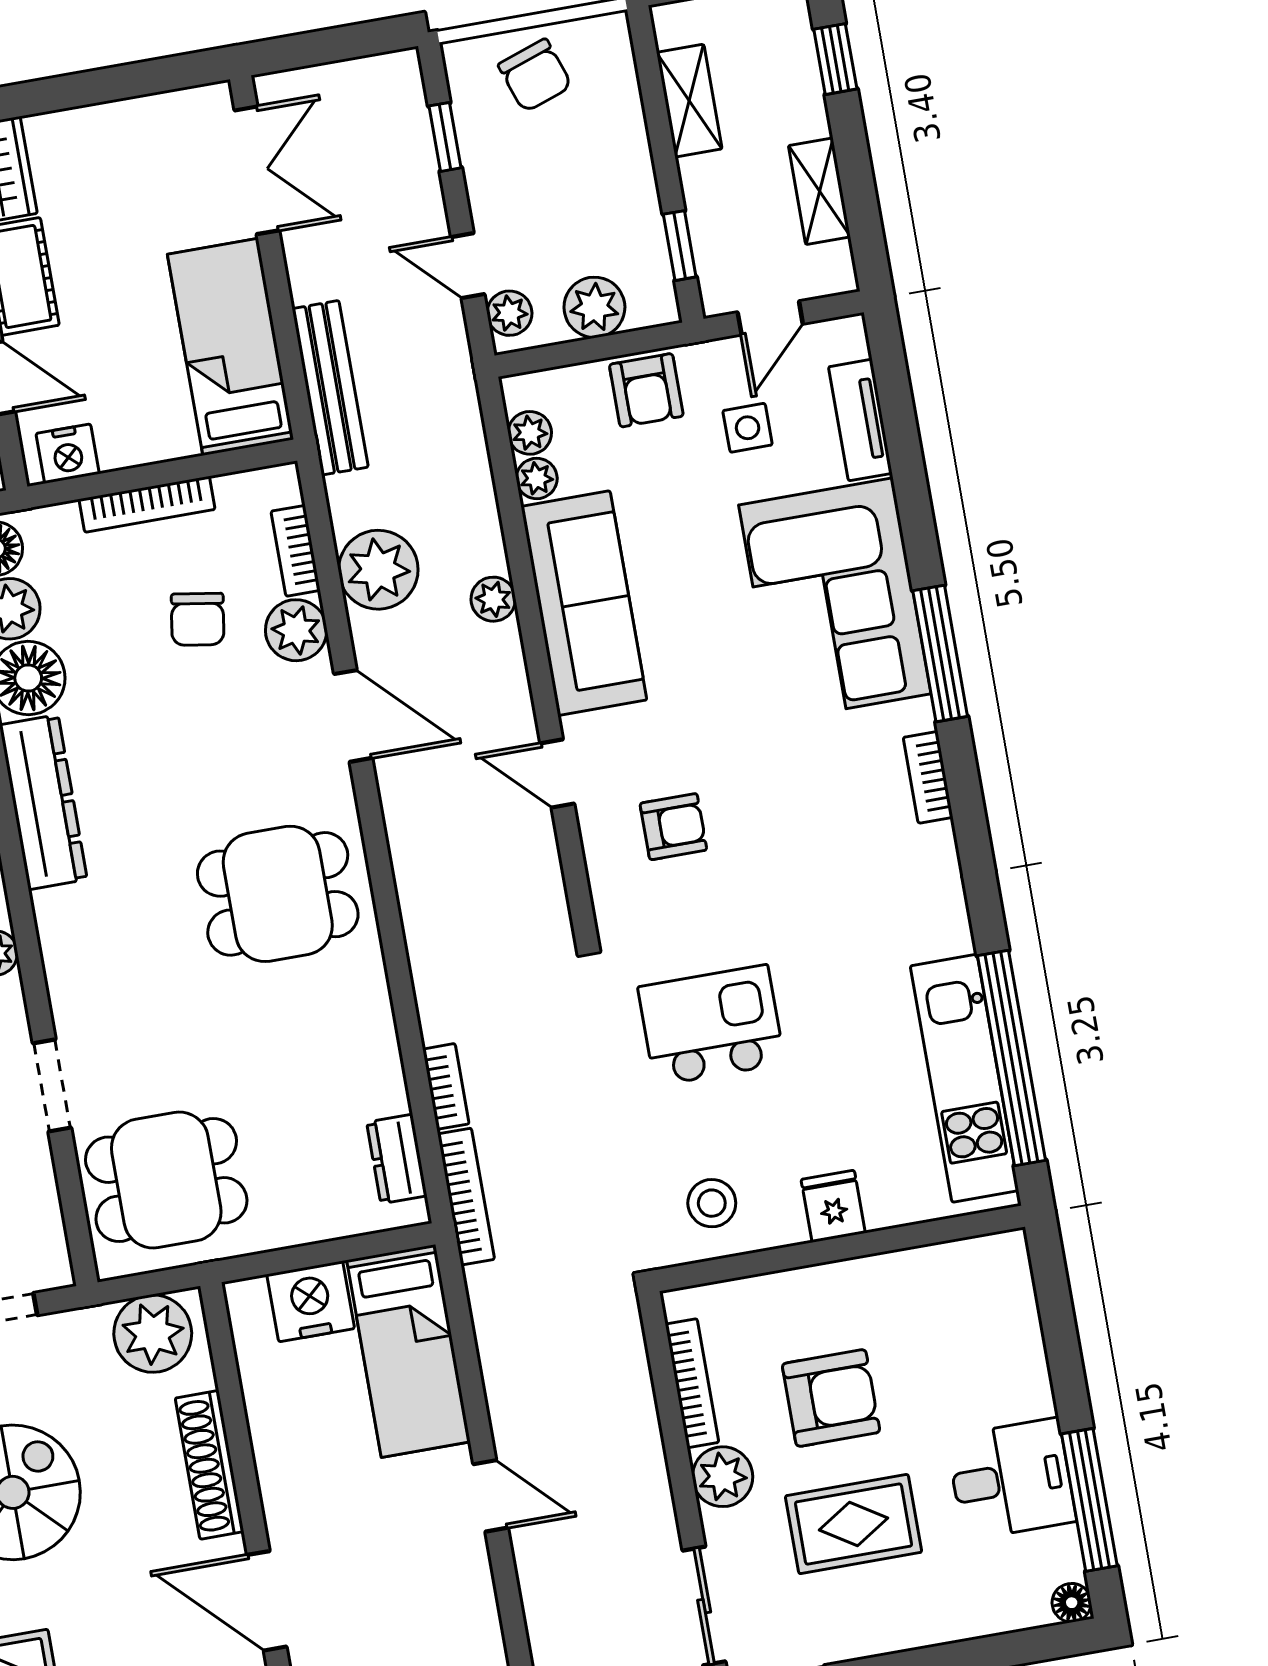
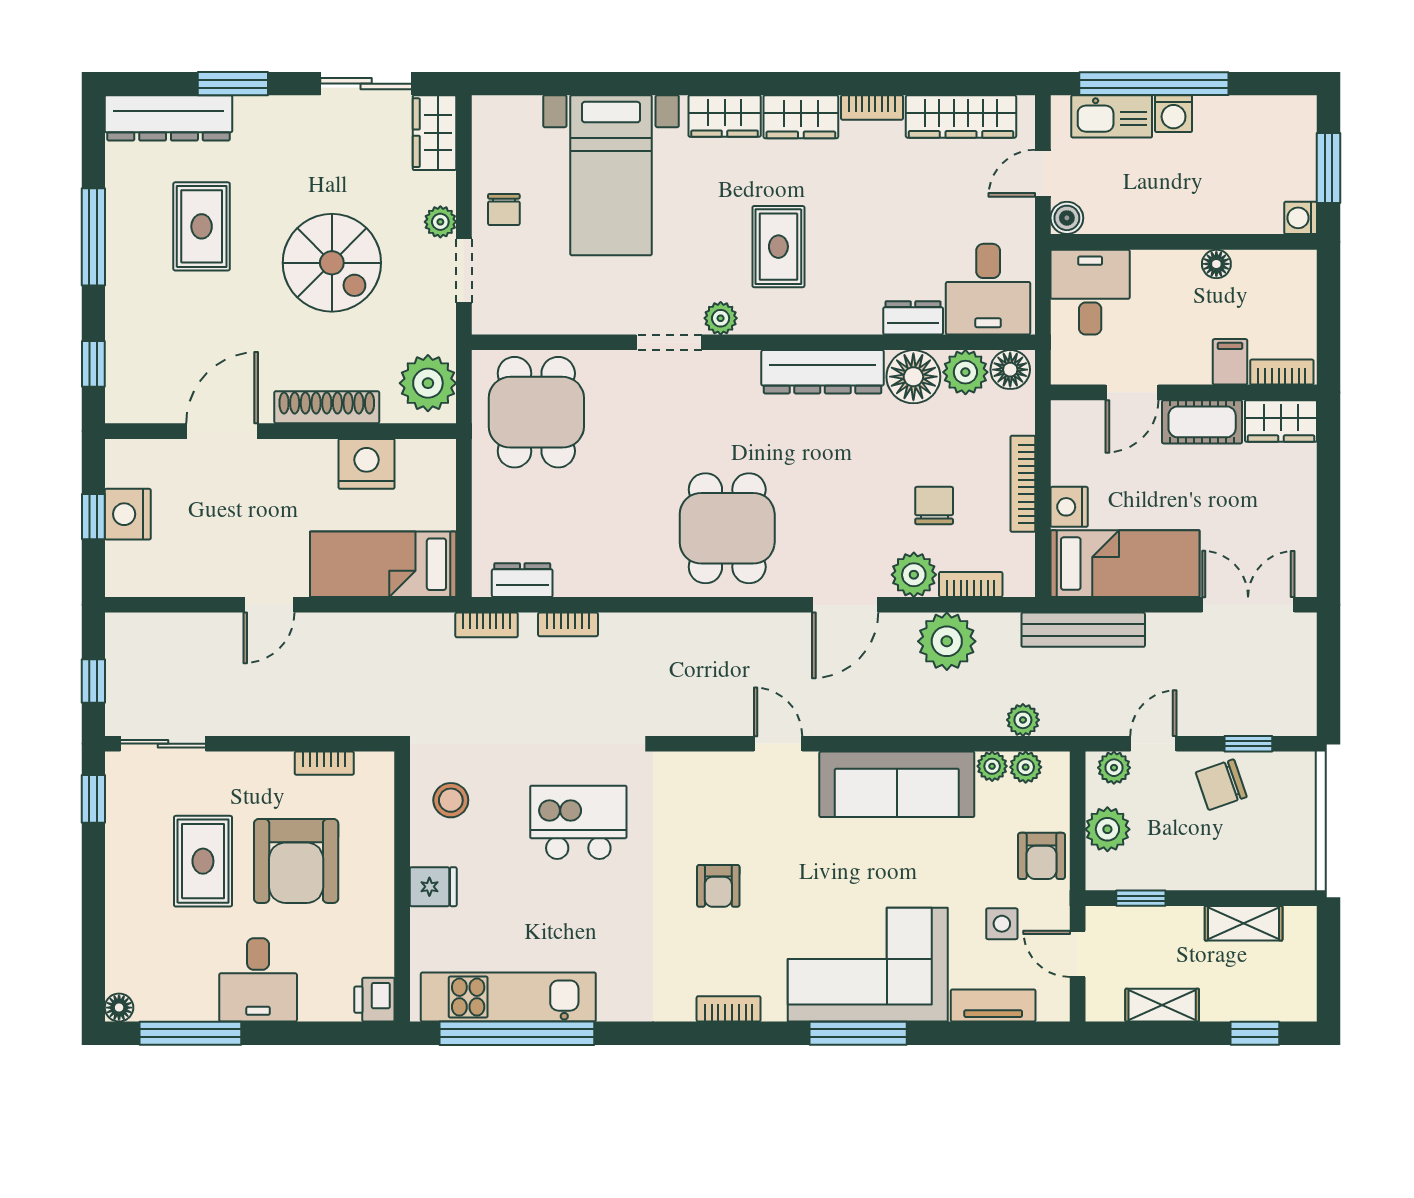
chair: (535, 75) -> (1221, 785), moved
double door: (257, 170) -> (1248, 605), swing flipped
armchair: (646, 390) -> (1041, 856), turned -90
nightstand: (68, 454) -> (1069, 507), moved
plant: (493, 599) -> (1023, 720), moved
chair: (198, 619) -> (934, 506), turned 81
window: (940, 653) -> (858, 1033), moved
door: (557, 774) -> (778, 744), hinge flipped
armchair: (673, 827) -> (718, 886), moved
kitchen island: (711, 1025) -> (578, 822), turned -90
doorway: (52, 1085) -> (669, 342), moved
bookcase: (466, 1197) -> (487, 625), width x0.64
printer: (1000, 1259) -> (374, 1000), added
nightstand: (311, 1301) -> (367, 464), moved, turned -90
bookcase: (692, 1383) -> (324, 763), width x0.64
armchair: (831, 1398) -> (296, 861), width x1.36, depth x1.36
plant: (723, 1477) -> (253, 773), removed
desk: (1011, 1479) -> (258, 980), moved

